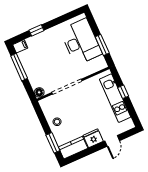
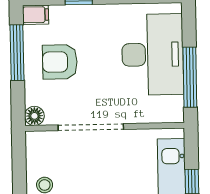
window: (102, 45) -> (190, 77), width x1.44
armchair: (40, 63) -> (60, 62), added

